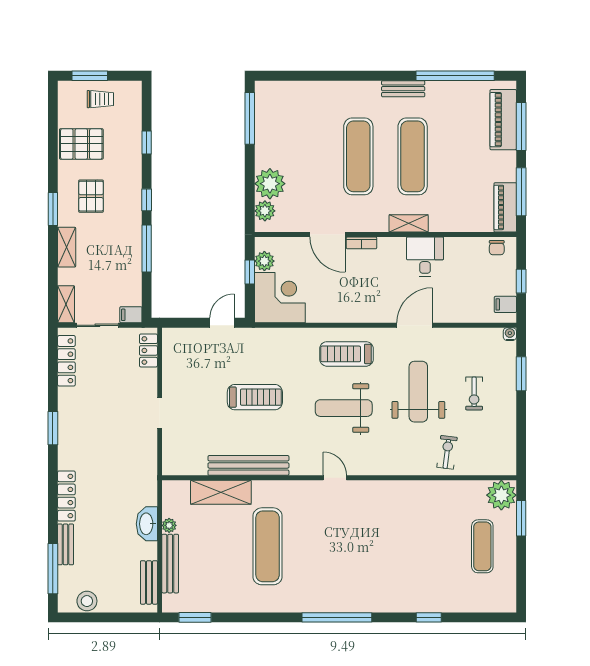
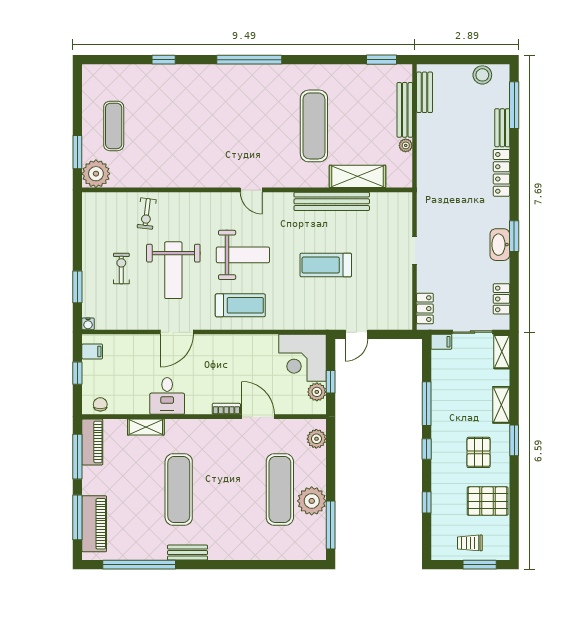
exercise mat: (358, 156) -> (280, 490), moved
plant: (270, 184) -> (312, 501), moved
shelving: (409, 223) -> (146, 427), moved
locker: (66, 361) -> (501, 299), width x0.66
washbasin: (147, 524) -> (500, 245), moved, turned 180

